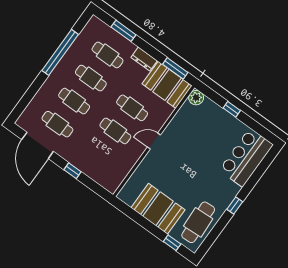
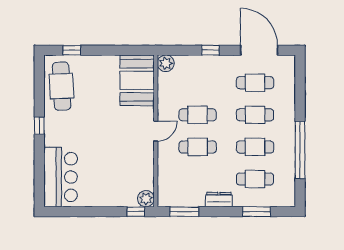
booth: (167, 85) -> (181, 191), removed
window: (232, 109) -> (136, 212), moved
plant: (111, 185) -> (166, 63), added
booth: (158, 209) -> (137, 80), moved, turned 90

